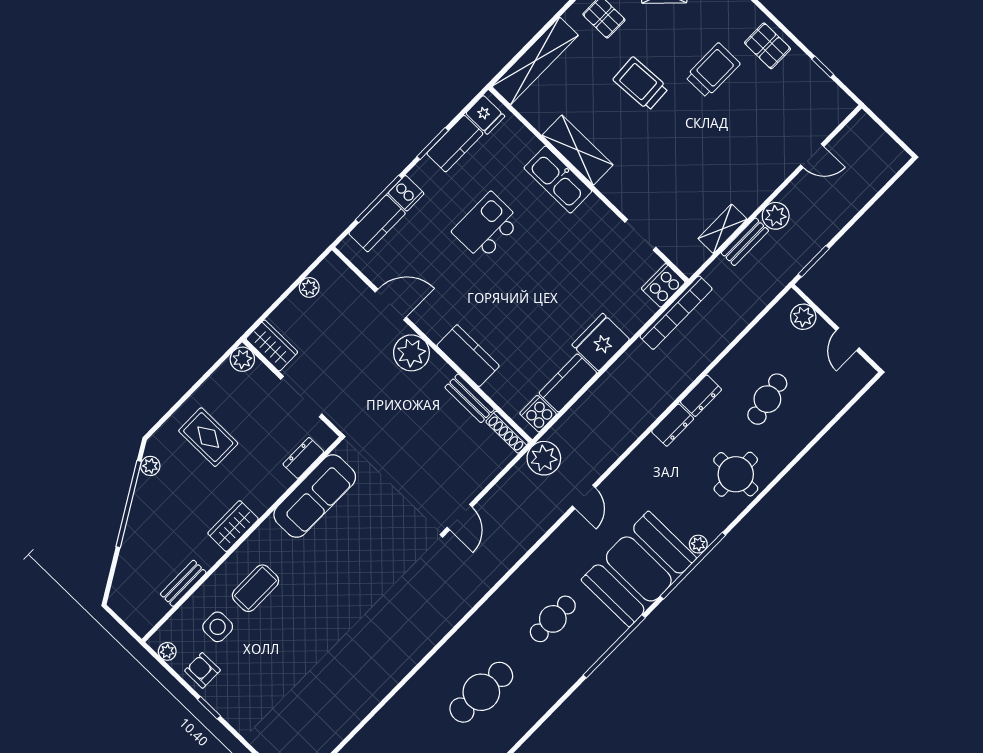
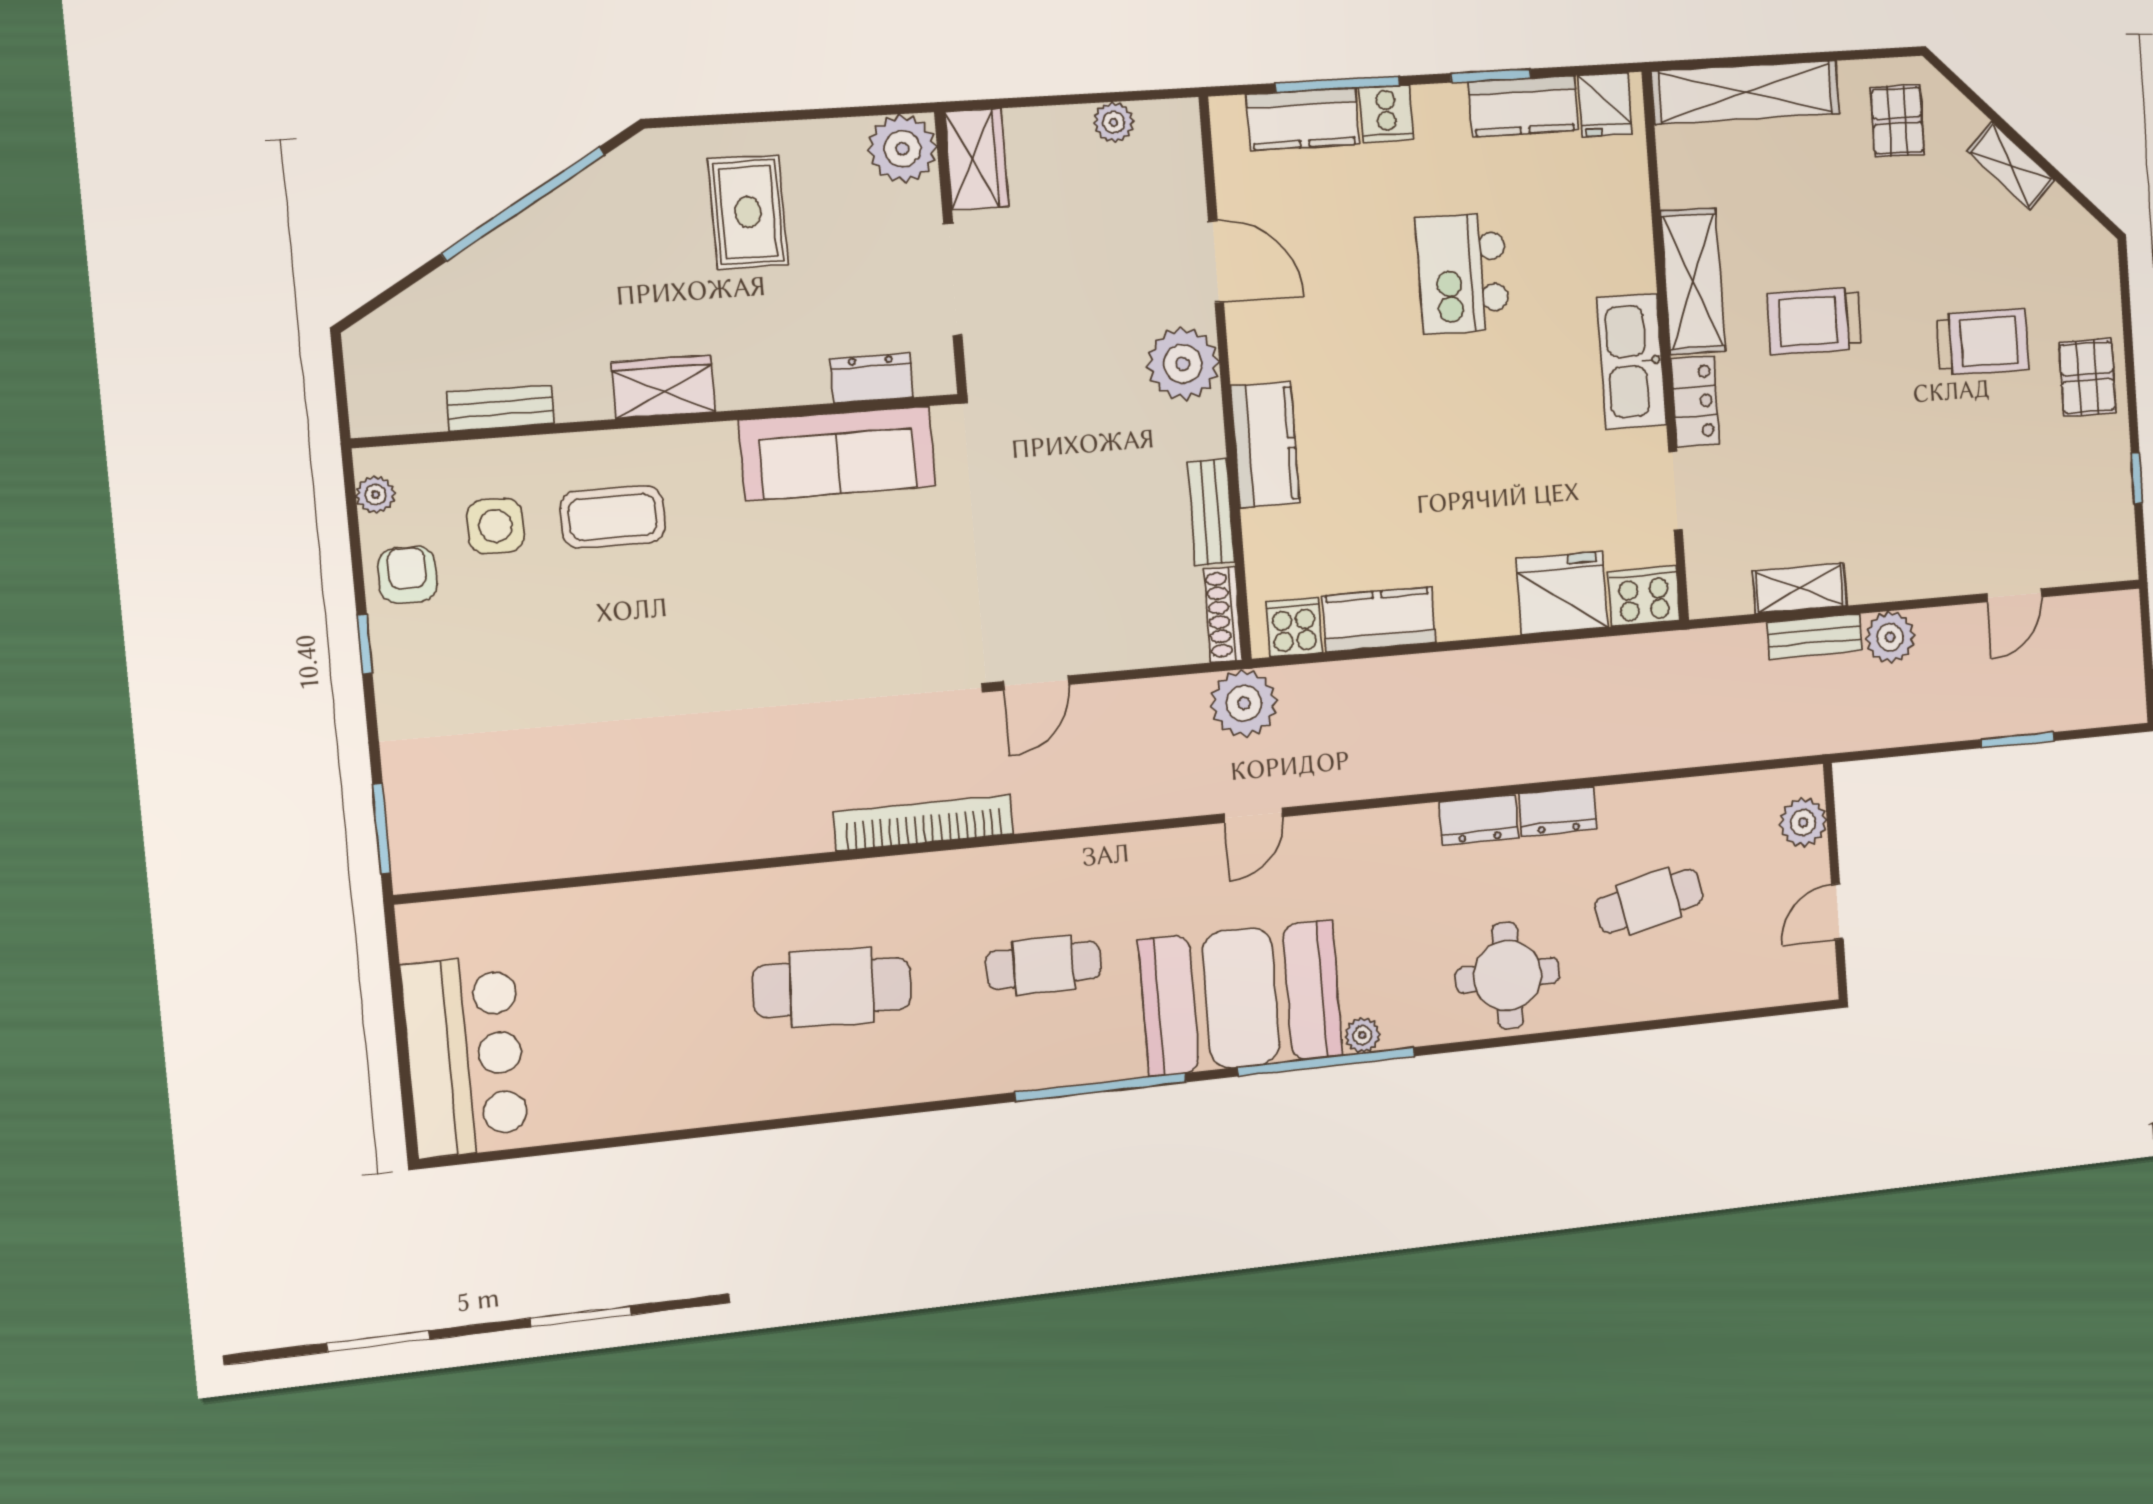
trolley: (641, 84) -> (1814, 321), moved, turned -87
door: (812, 156) -> (2014, 595), hinge flipped
kitchen sink: (558, 180) -> (1632, 361), moved
locker: (618, 194) -> (1695, 401), added
kitchen island: (487, 226) -> (1462, 273), turned -90
window: (814, 261) -> (2017, 740), moved
bookcase: (676, 313) -> (923, 823), moved, turned 180
fridge: (601, 342) -> (1562, 593), moved
plant: (242, 359) -> (902, 149), width x1.36, depth x1.36
plant: (150, 466) -> (613, 175), removed

